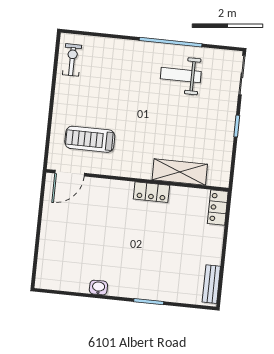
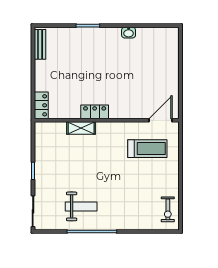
shelving: (180, 172) -> (81, 128), width x0.67, depth x0.75

